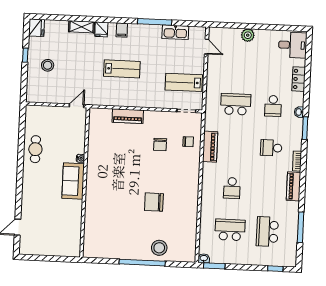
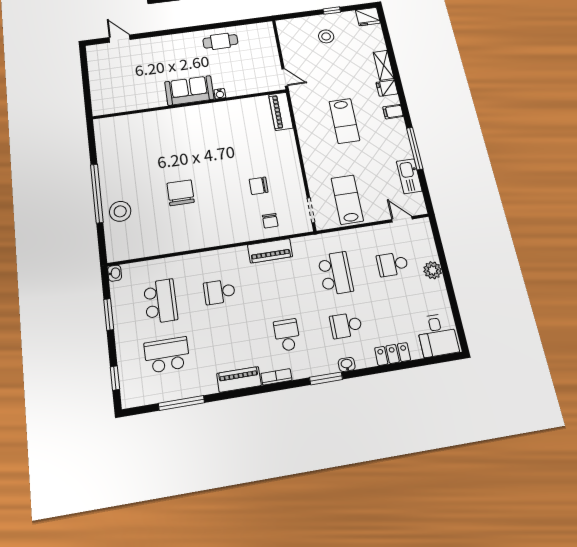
door: (207, 47) -> (402, 219), swing flipped
school desk: (238, 62) -> (392, 264), added
piano: (128, 116) -> (281, 111), moved
window: (214, 266) -> (109, 314), moved

